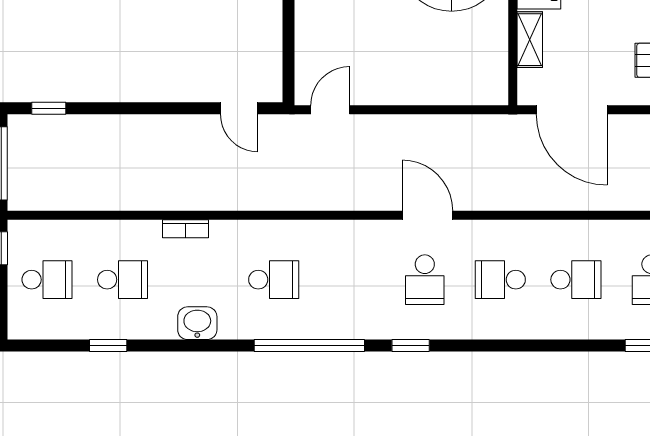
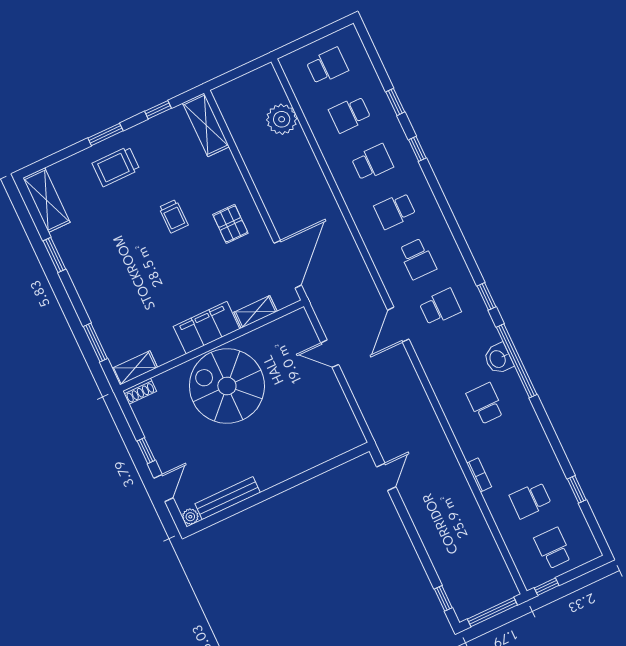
door: (330, 110) -> (330, 354), moved
school desk: (123, 280) -> (530, 500), turned -90
school desk: (576, 280) -> (395, 211), turned -90
washbasin: (197, 323) -> (498, 359), moved

